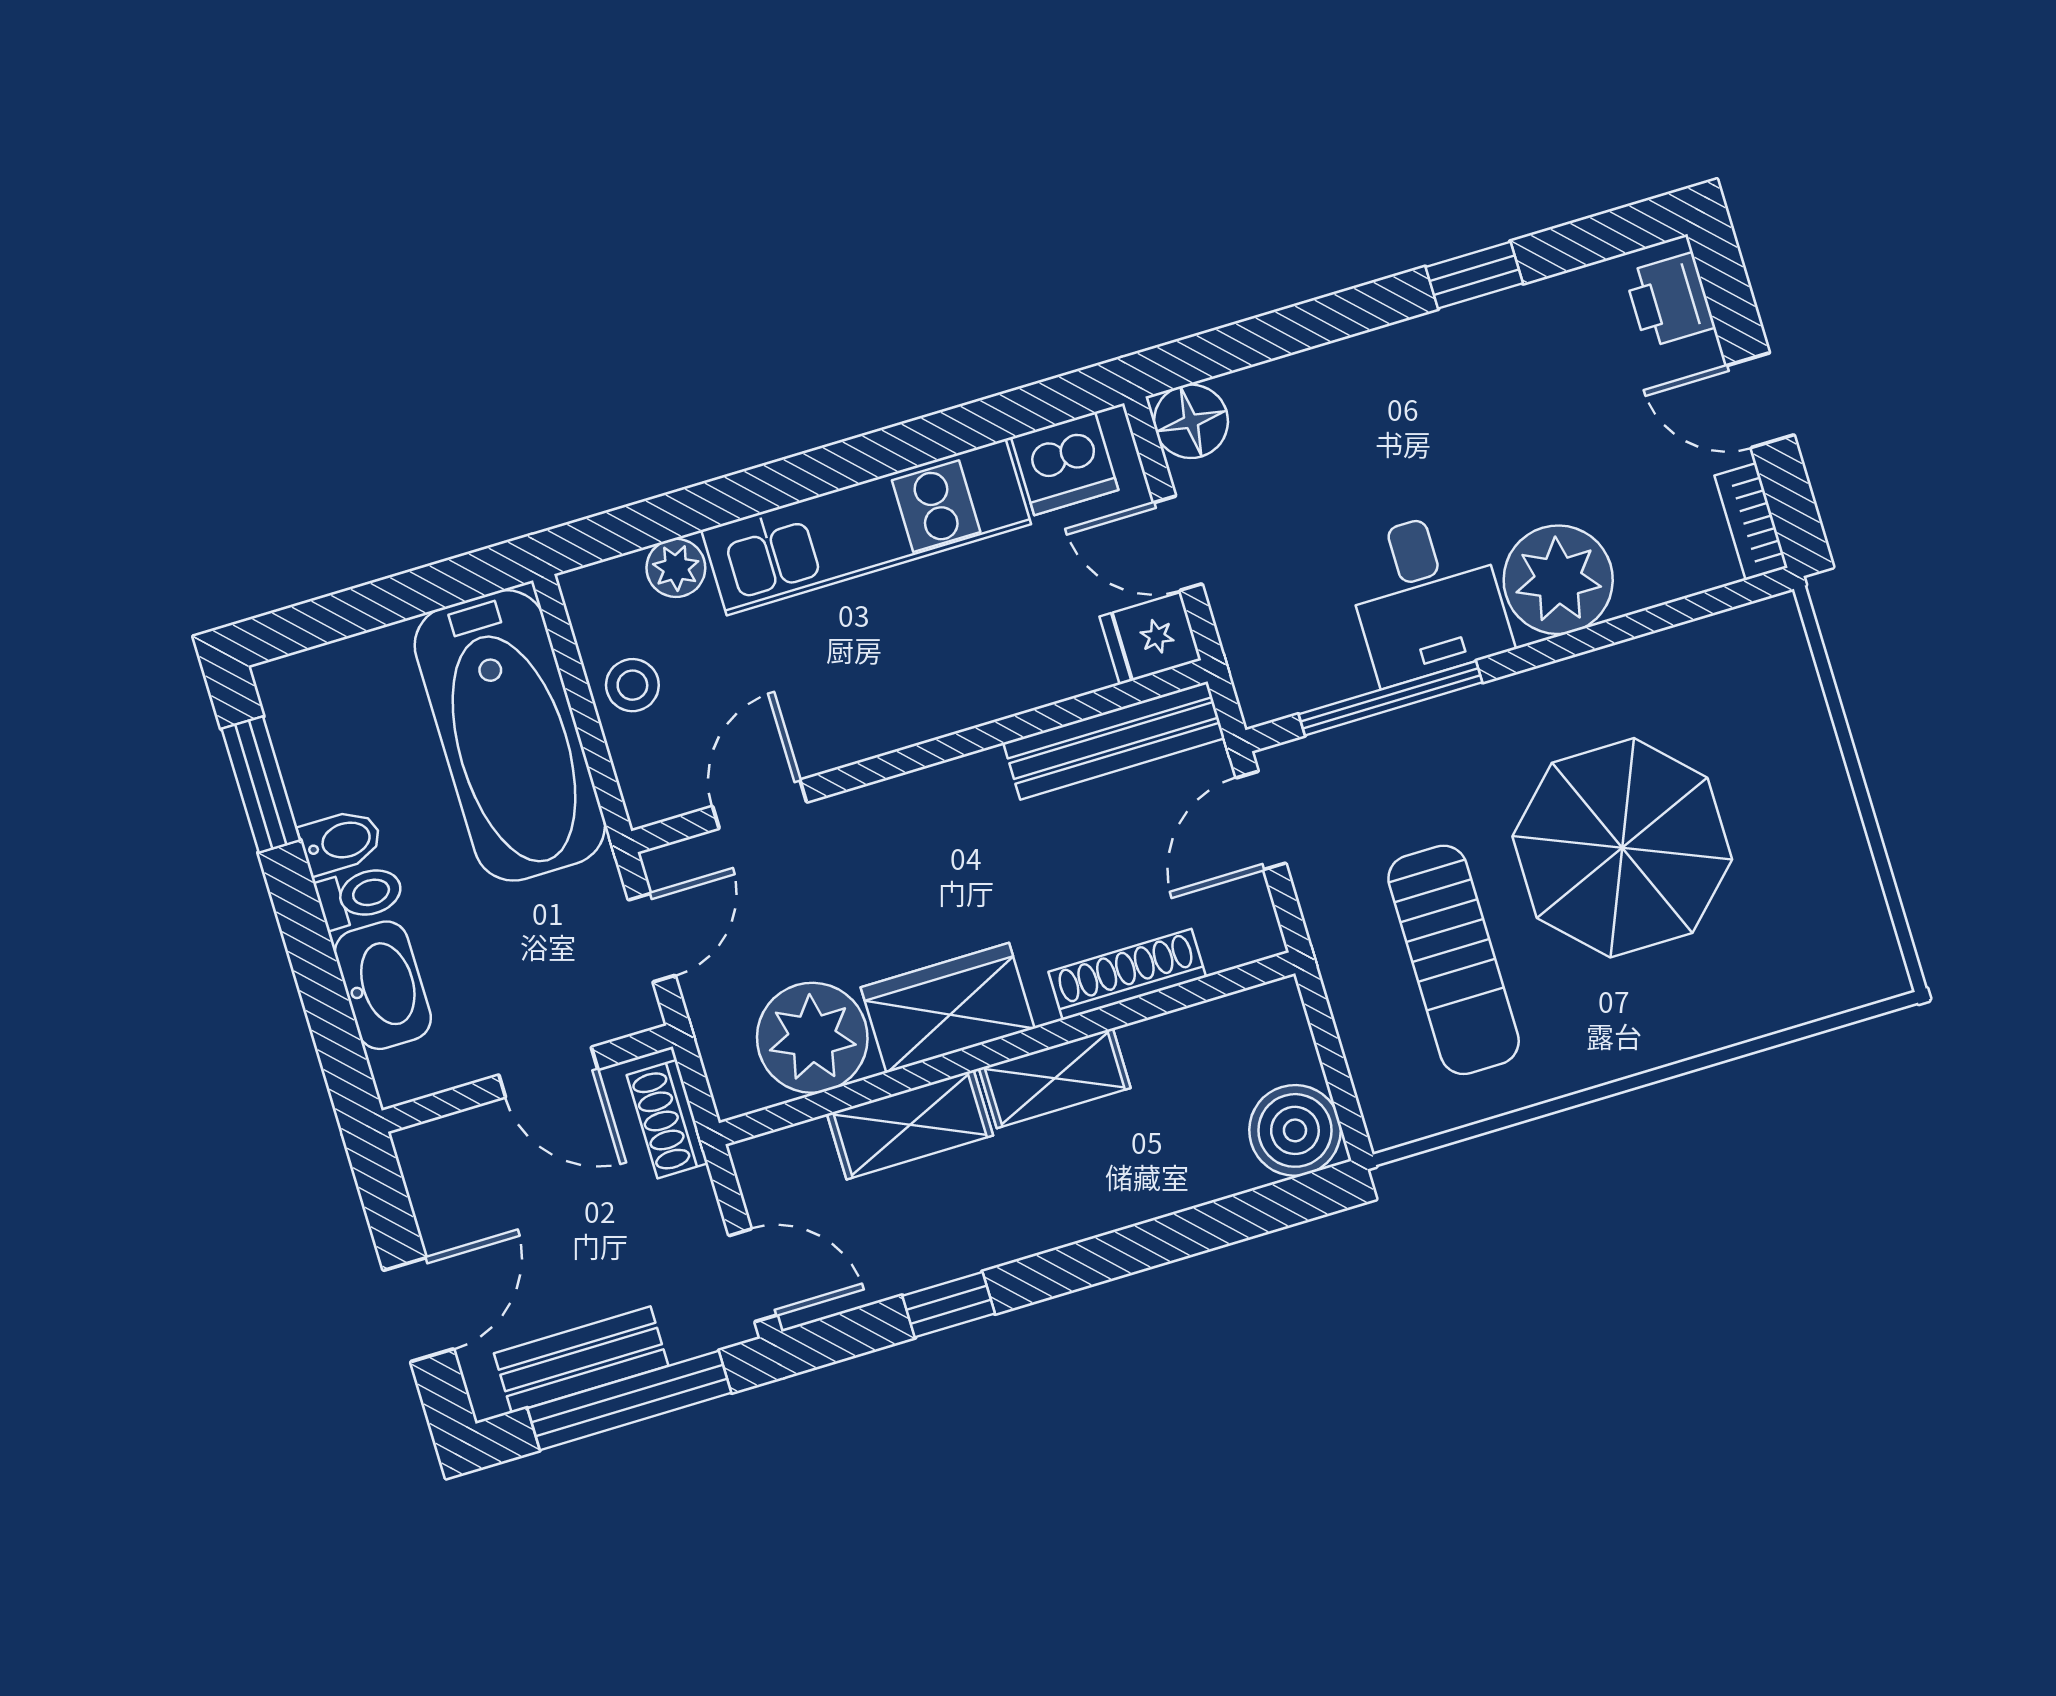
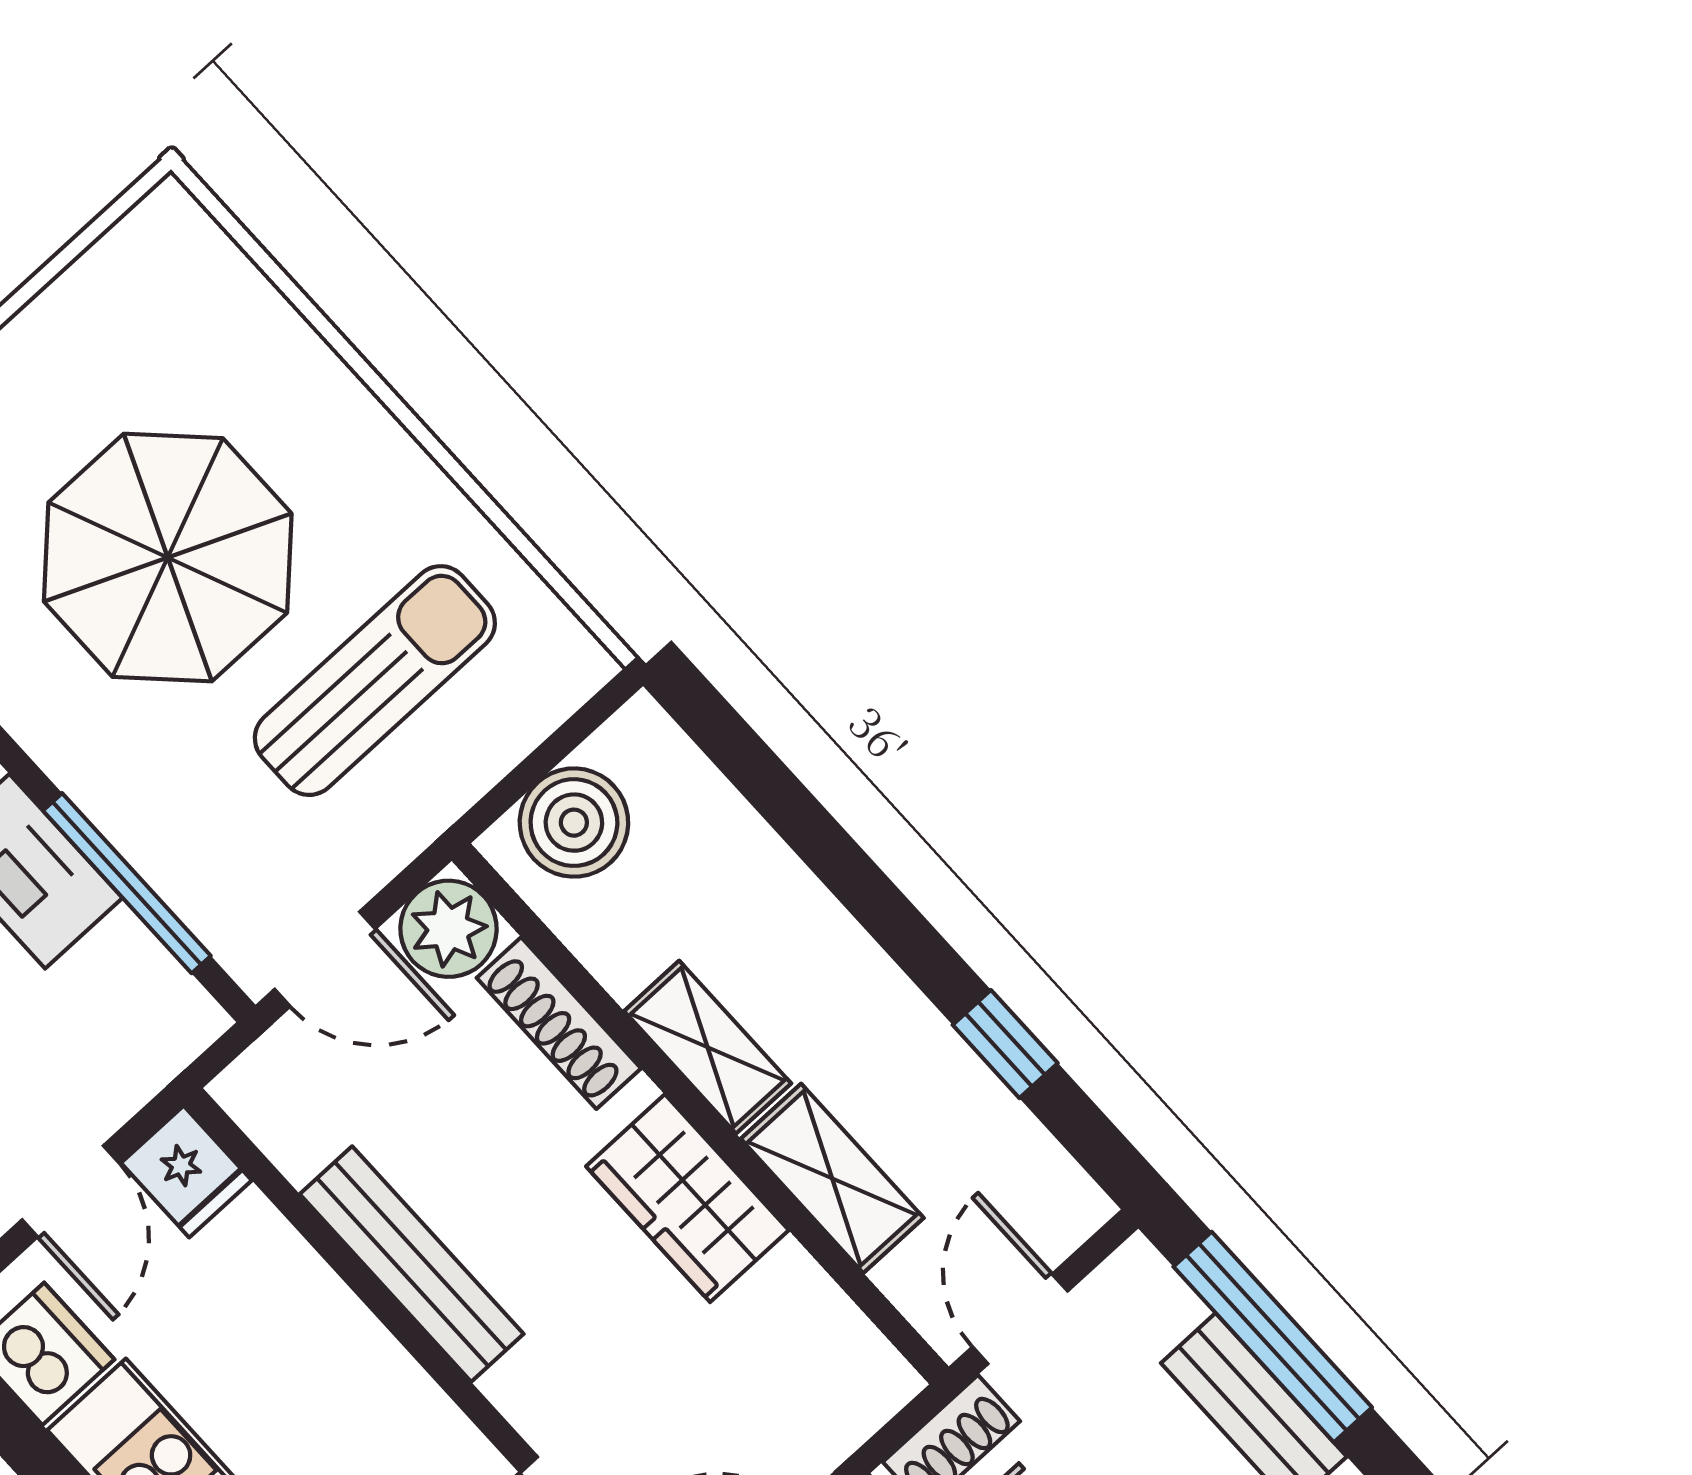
bench: (1114, 740) -> (412, 1264), moved
plant: (812, 1038) -> (449, 929), moved, width x0.73, depth x0.73
boiler: (1295, 1130) -> (574, 823), moved
door: (753, 1275) -> (1020, 1319), moved

